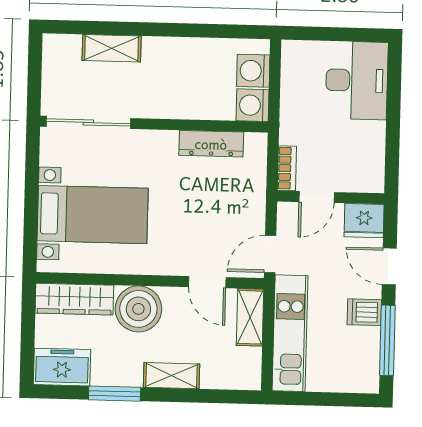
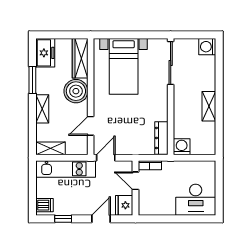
shelving: (112, 48) -> (209, 106), moved
washing machine: (253, 71) -> (207, 47), moved, turned -90
dresser: (211, 144) -> (161, 138), moved
door: (270, 254) -> (106, 158), hinge flipped
dishwasher: (364, 312) -> (44, 205), moved, turned 90
shelving: (250, 317) -> (50, 148), moved
window: (387, 340) -> (63, 219), width x0.46

